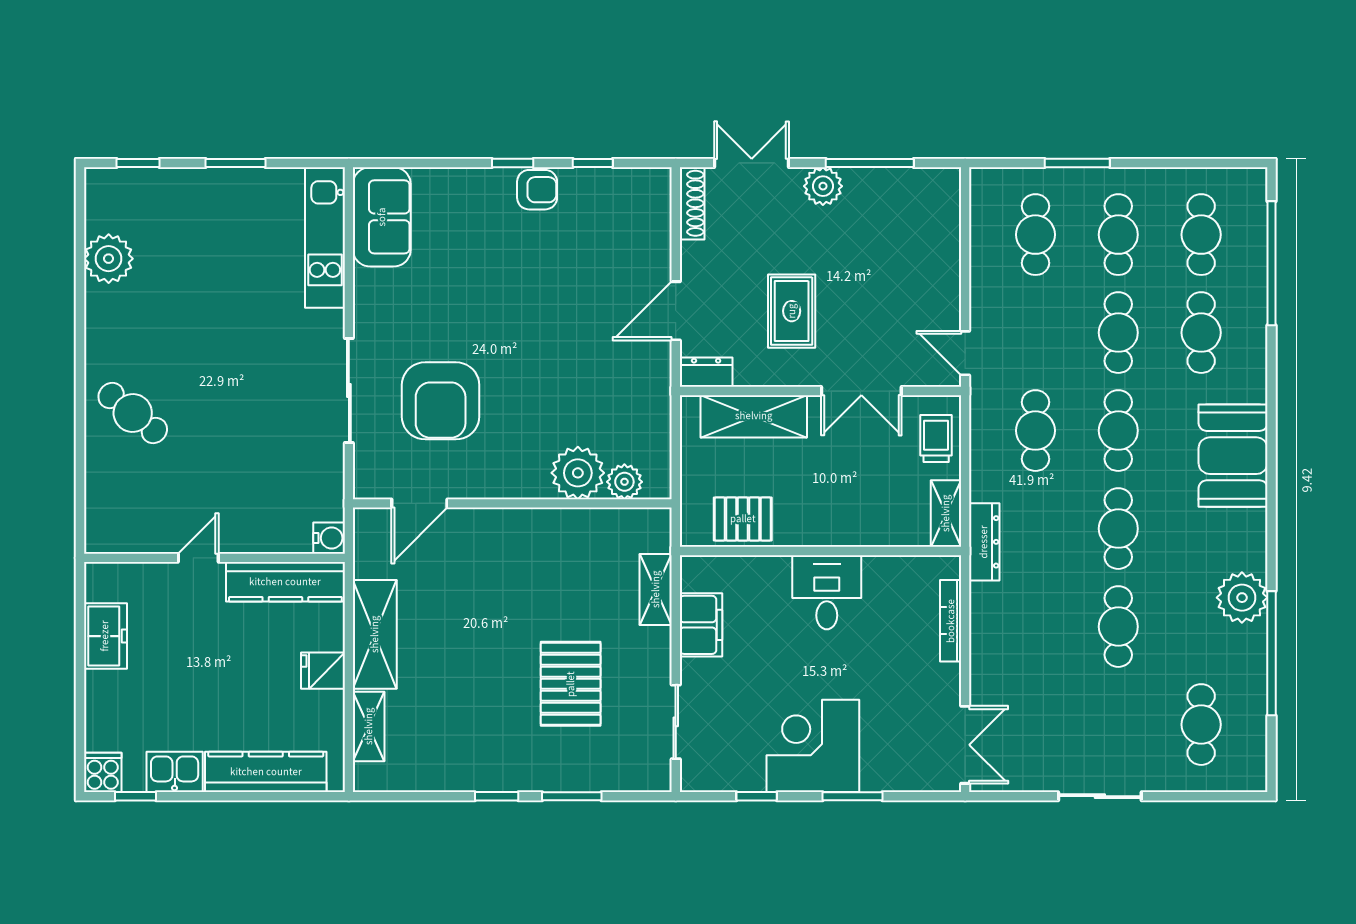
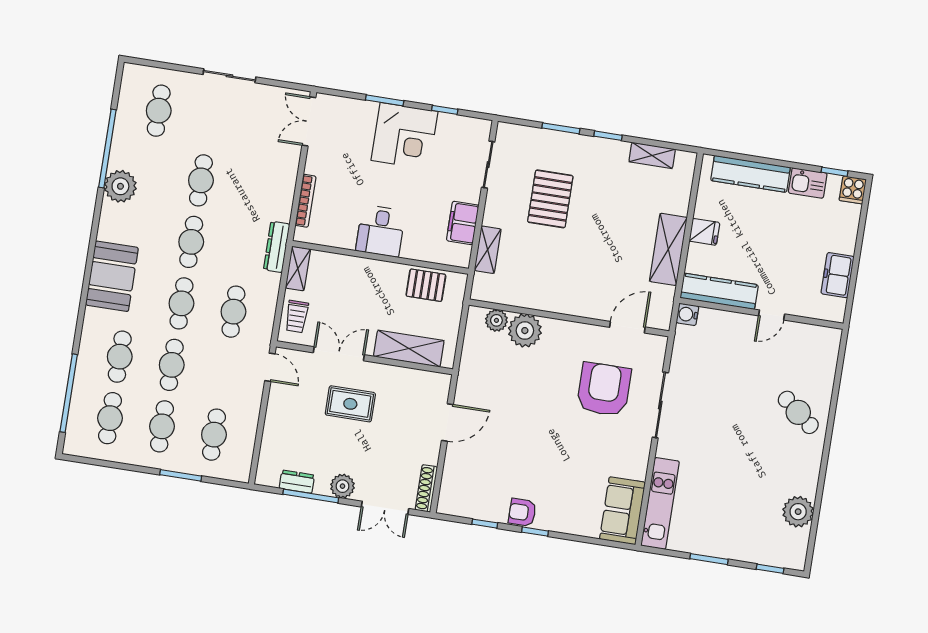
rug: (792, 311) -> (350, 404), moved, turned 90
dresser: (706, 372) -> (297, 482), moved, turned 180
shelving: (369, 726) -> (652, 155), moved, turned 90

